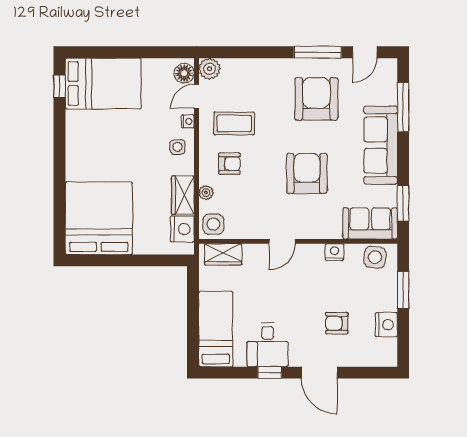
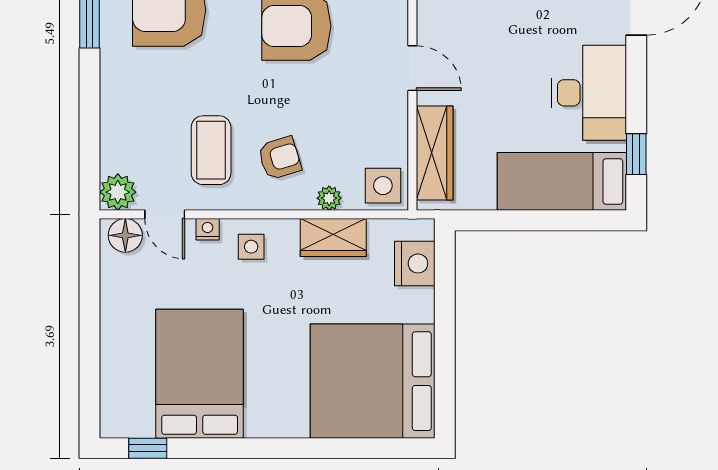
bed: (103, 84) -> (200, 374), moved
armchair: (229, 164) -> (280, 158), turned 73
nightstand: (182, 229) -> (415, 263), moved, turned 90
wardrobe: (223, 254) -> (435, 153), width x1.50
desk: (268, 345) -> (589, 93), width x1.37
window: (270, 373) -> (636, 154), moved

